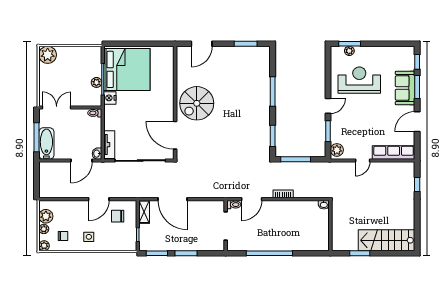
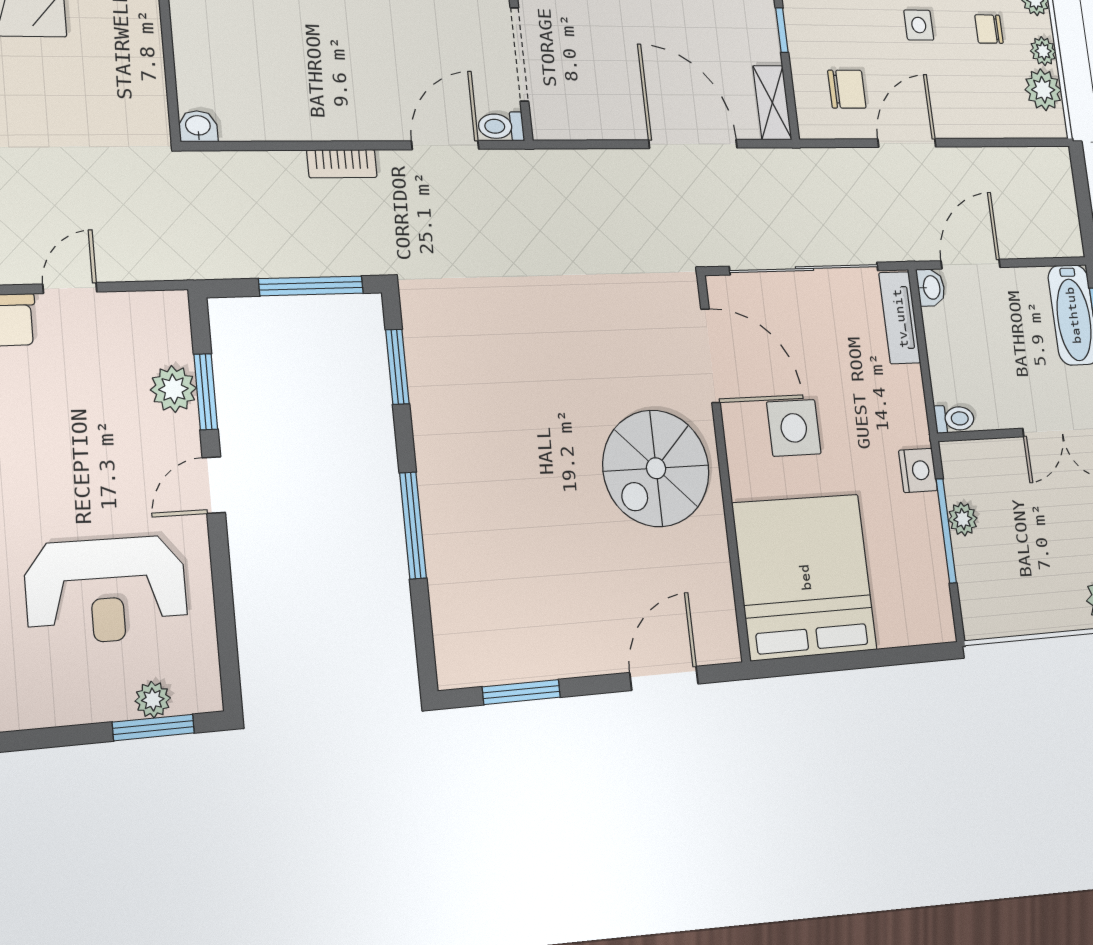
bed: (127, 69) -> (805, 577), moved, turned 90
spiral stairs: (197, 103) -> (656, 468), turned 180
side table: (150, 113) -> (794, 428), added
plant: (337, 150) -> (173, 389), moved

